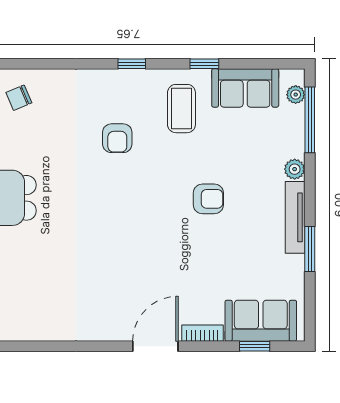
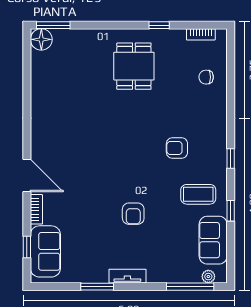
chair: (19, 98) -> (206, 77), turned -67
plant: (295, 169) -> (155, 276), removed
tv unit: (295, 217) -> (127, 276), width x0.71

